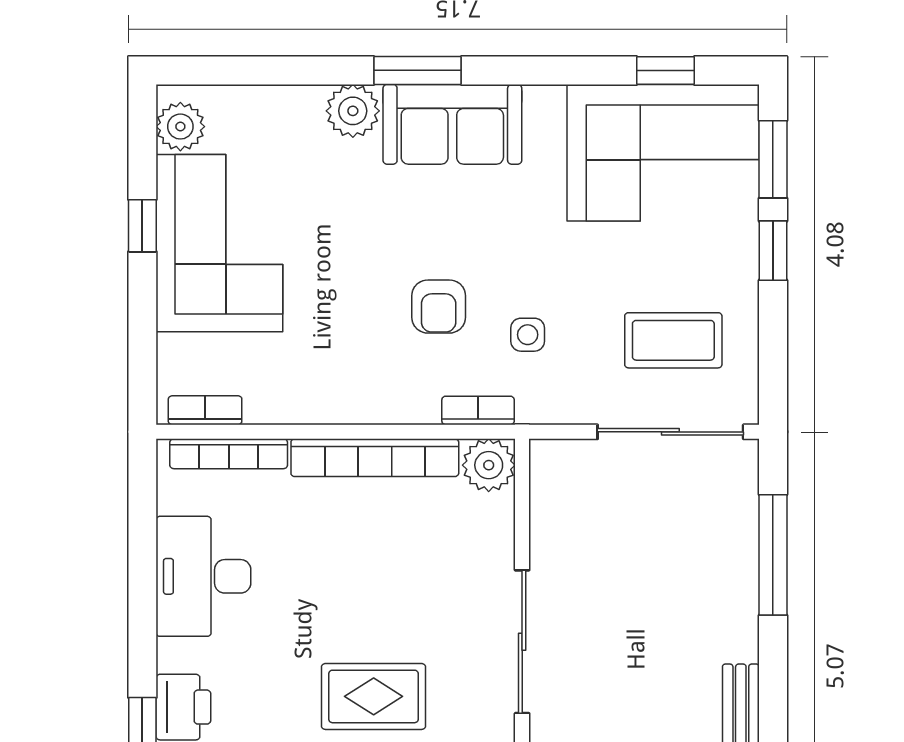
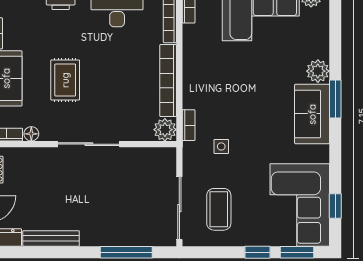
armchair: (439, 307) -> (233, 108), removed

